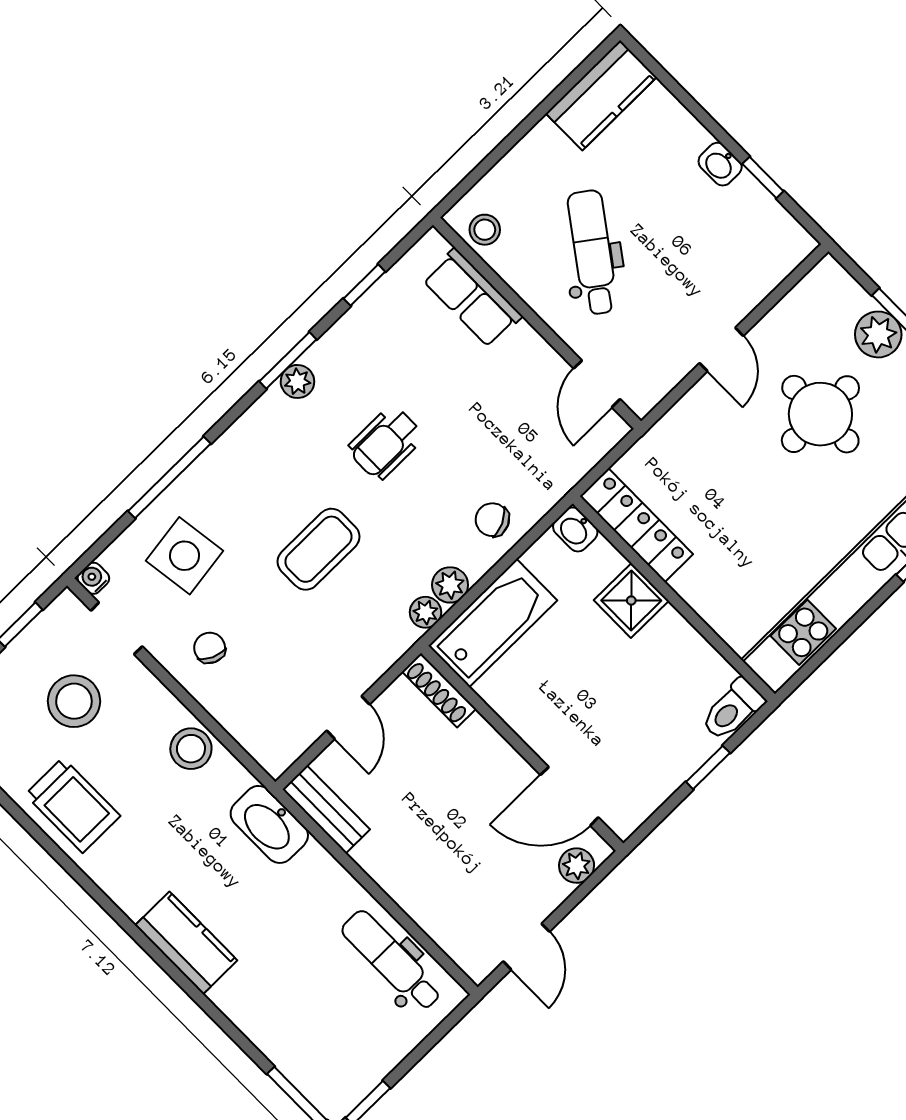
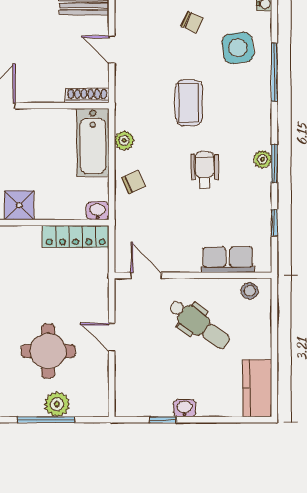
shower: (631, 601) -> (19, 205), moved
plant: (425, 612) -> (123, 120), removed

